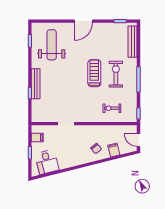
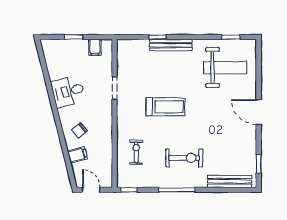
treadmill: (94, 73) -> (165, 107), moved
door: (139, 140) -> (91, 190), hinge flipped
desk: (47, 162) -> (68, 91), moved

